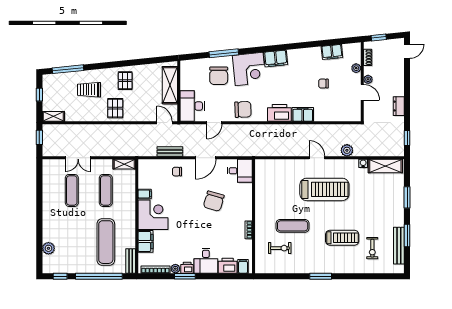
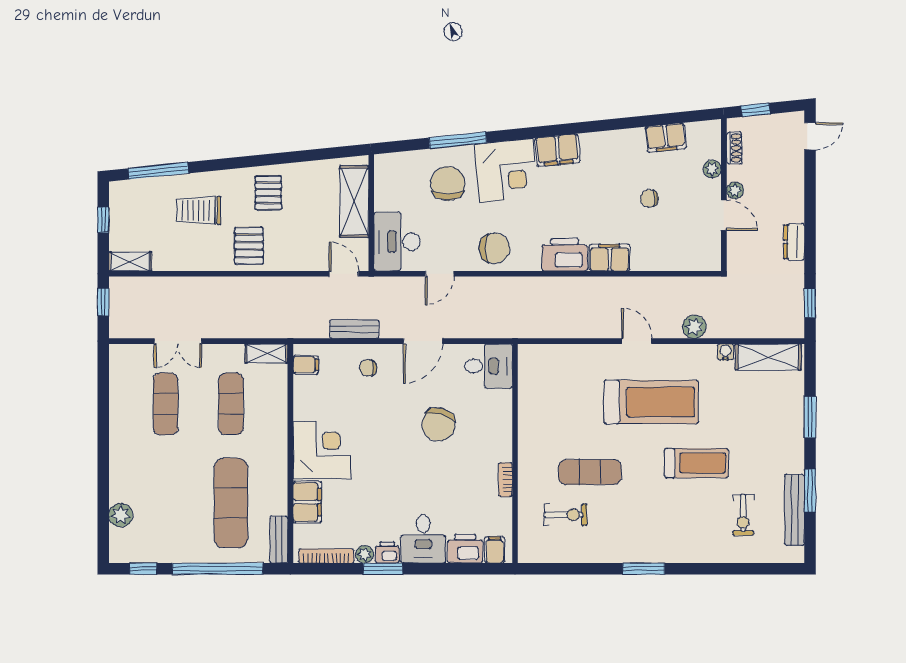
chair: (219, 76) -> (448, 183), turned 180
filing cabinet: (145, 194) -> (306, 365), moved
treadmill: (342, 238) -> (696, 463), moved

